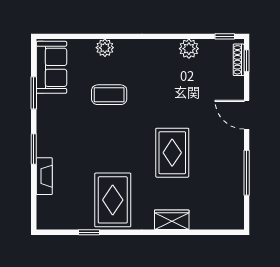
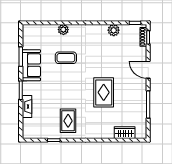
sofa: (51, 67) -> (31, 65), moved
rug: (113, 200) -> (68, 121), width x0.73, depth x0.70
wardrobe: (172, 220) -> (125, 133), moved

